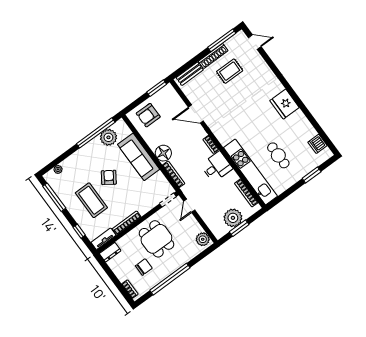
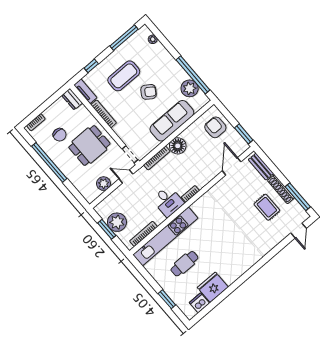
fridge: (285, 104) -> (213, 287), moved
door: (196, 114) -> (232, 166), moved
plant: (203, 239) -> (104, 184), moved

